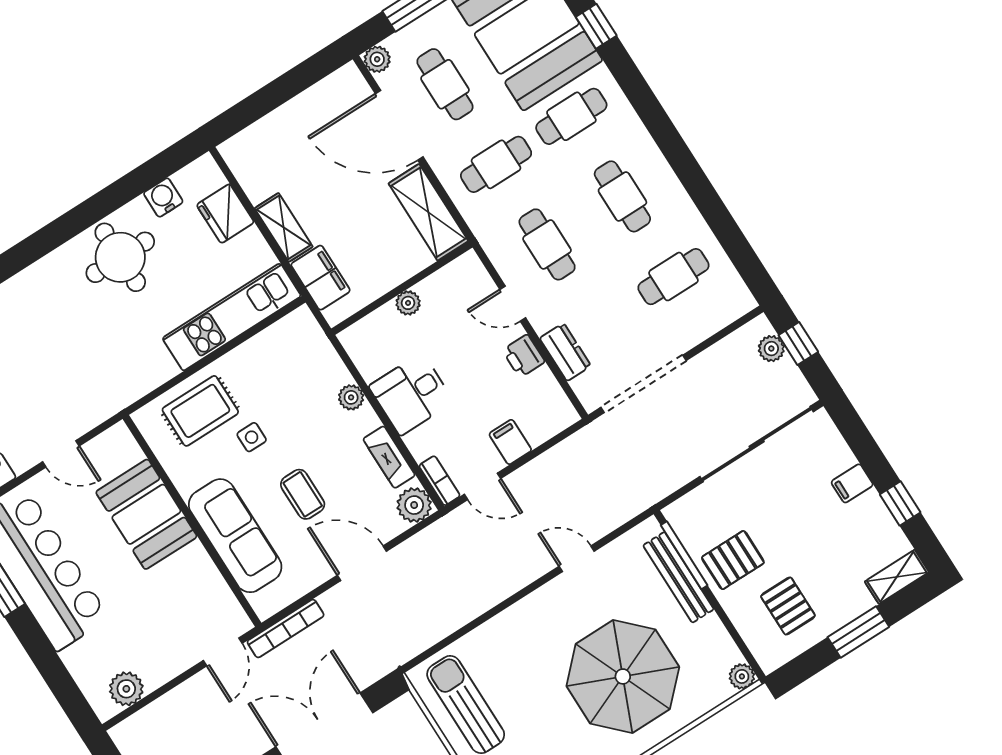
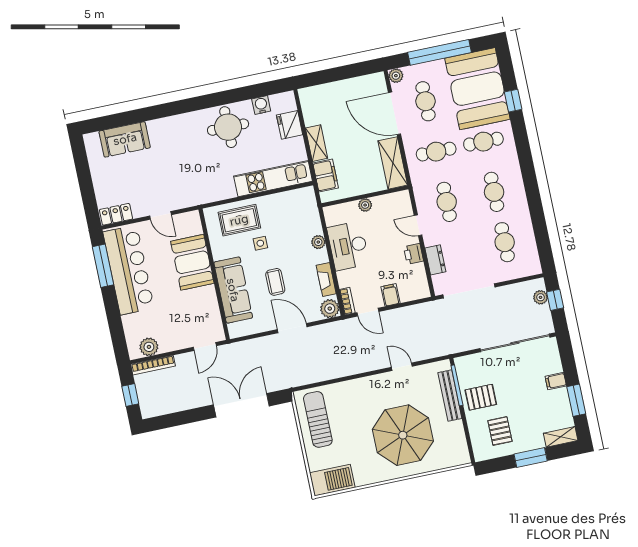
cafe table: (673, 277) -> (505, 242), turned 90
desk: (411, 394) -> (348, 246), width x1.37
window: (900, 503) -> (576, 400), width x1.50
bookcase: (286, 628) -> (153, 365), moved
plant: (742, 676) -> (463, 458), removed

